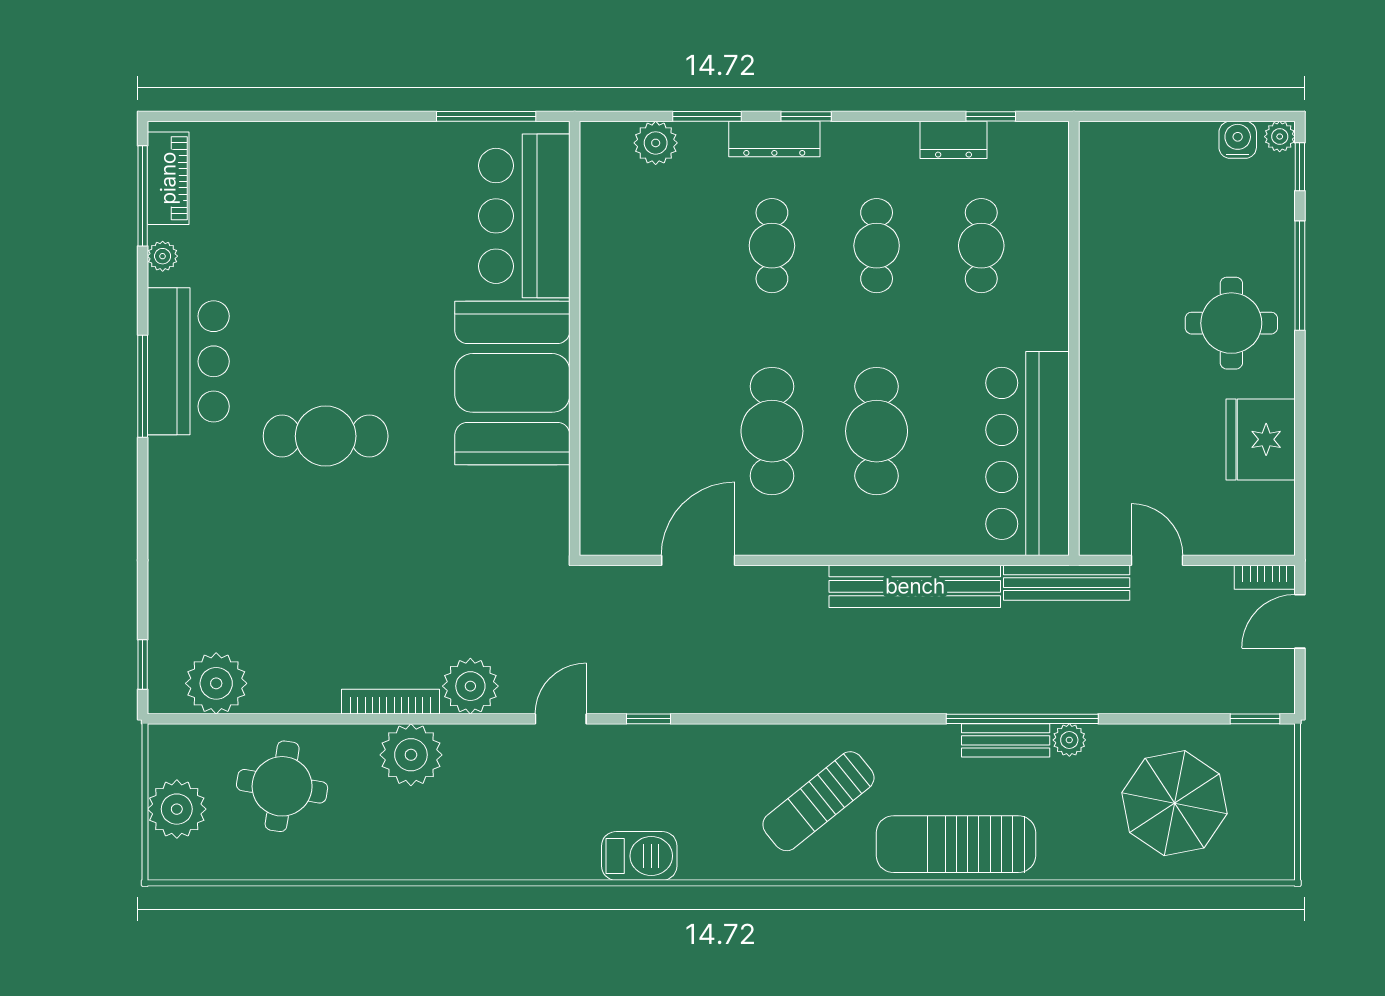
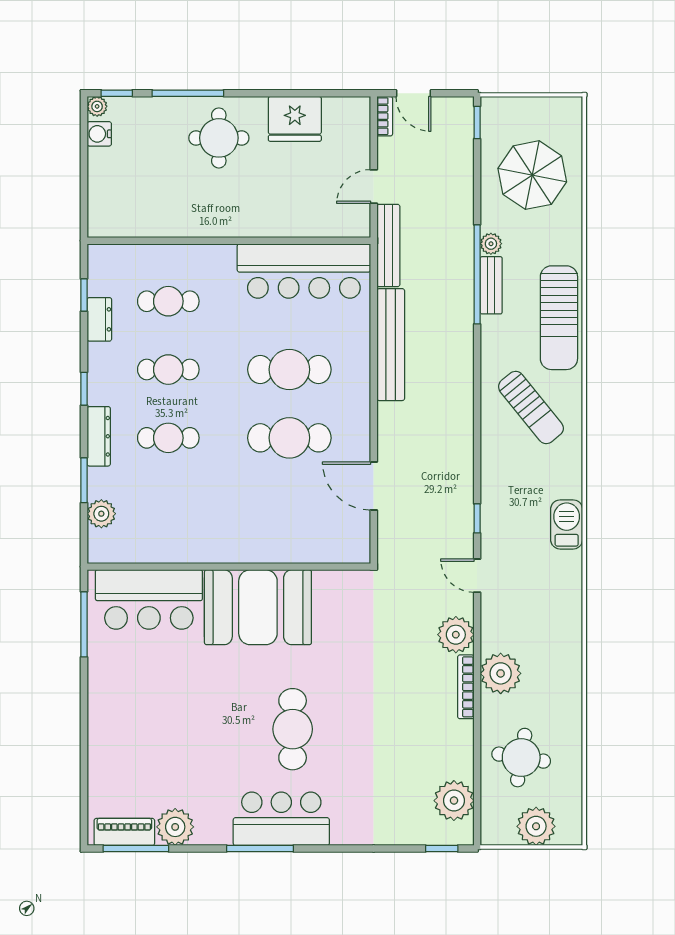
window: (806, 116) -> (84, 389), moved
plant: (163, 256) -> (175, 827), width x1.87, depth x1.87
bar counter: (188, 361) -> (281, 819), moved

